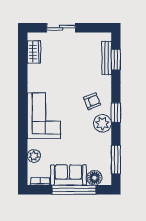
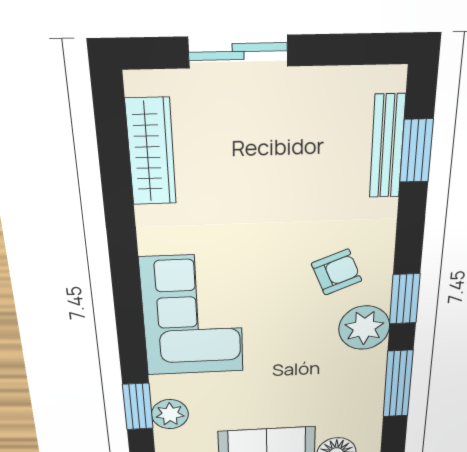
wardrobe: (34, 52) -> (151, 152), width x1.50
window: (23, 152) -> (138, 407), added
window: (116, 160) -> (398, 384), moved

